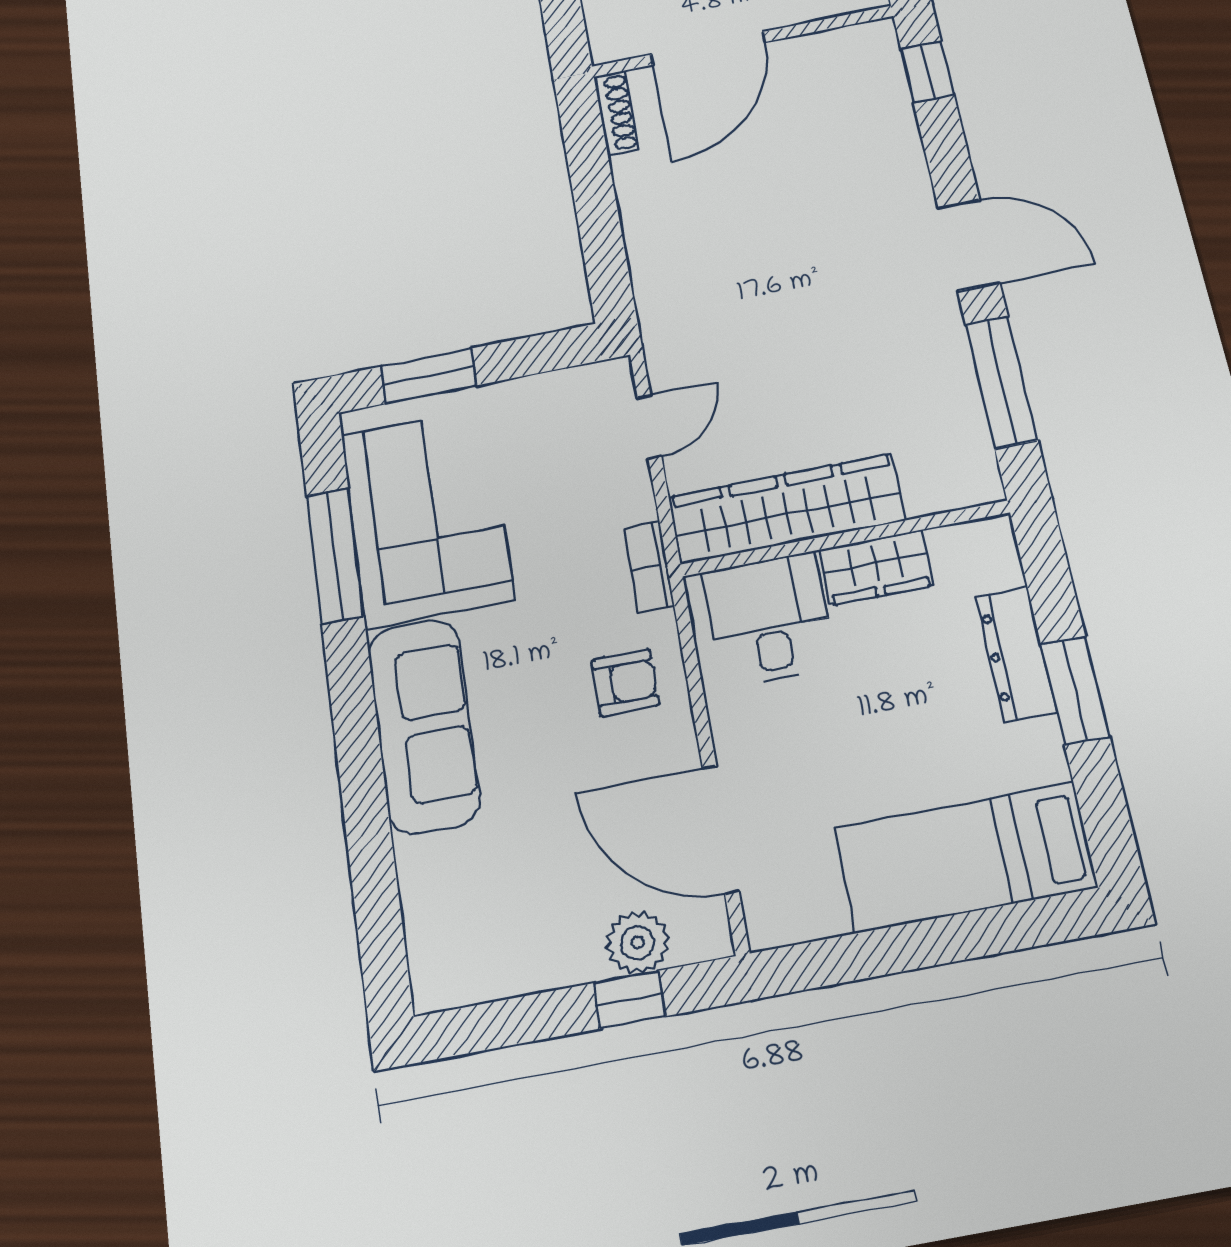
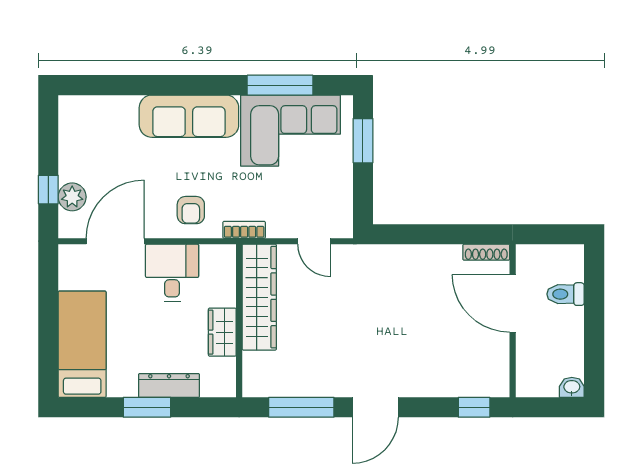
desk: (769, 619) -> (172, 273), moved, turned -90

